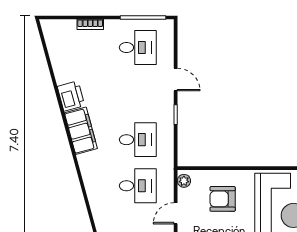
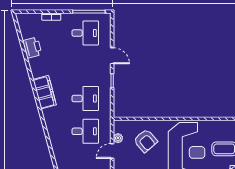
printer: (71, 96) -> (32, 48), moved
plant: (184, 181) -> (118, 138), moved
armchair: (223, 199) -> (146, 141), turned -131

